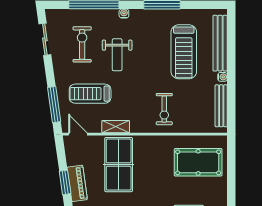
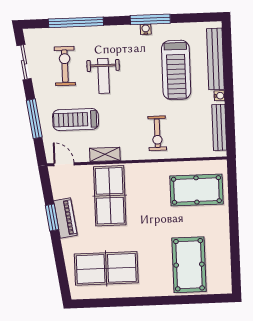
water cooler: (124, 14) -> (146, 29), moved
window: (54, 105) -> (34, 119), moved

